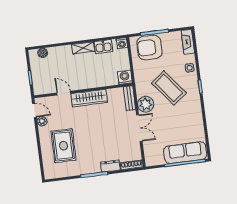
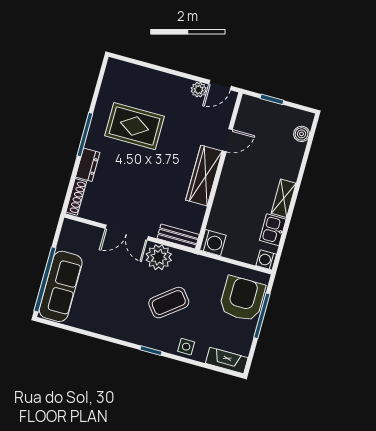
coffee table: (169, 88) -> (169, 303), width x0.73, depth x0.76
rug: (63, 146) -> (135, 126), moved

